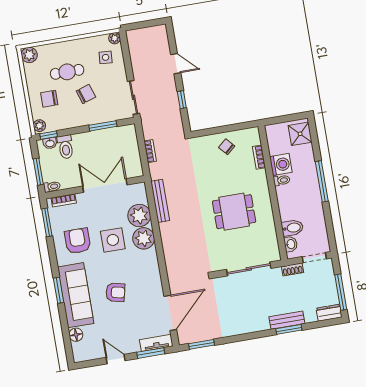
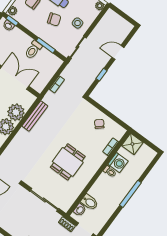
side table: (106, 57) -> (78, 23), moved
door: (176, 64) -> (118, 52), swing flipped
shower: (300, 134) -> (132, 144), moved
toilet: (65, 147) -> (33, 50), moved
dining table: (234, 212) -> (68, 162), turned 90

